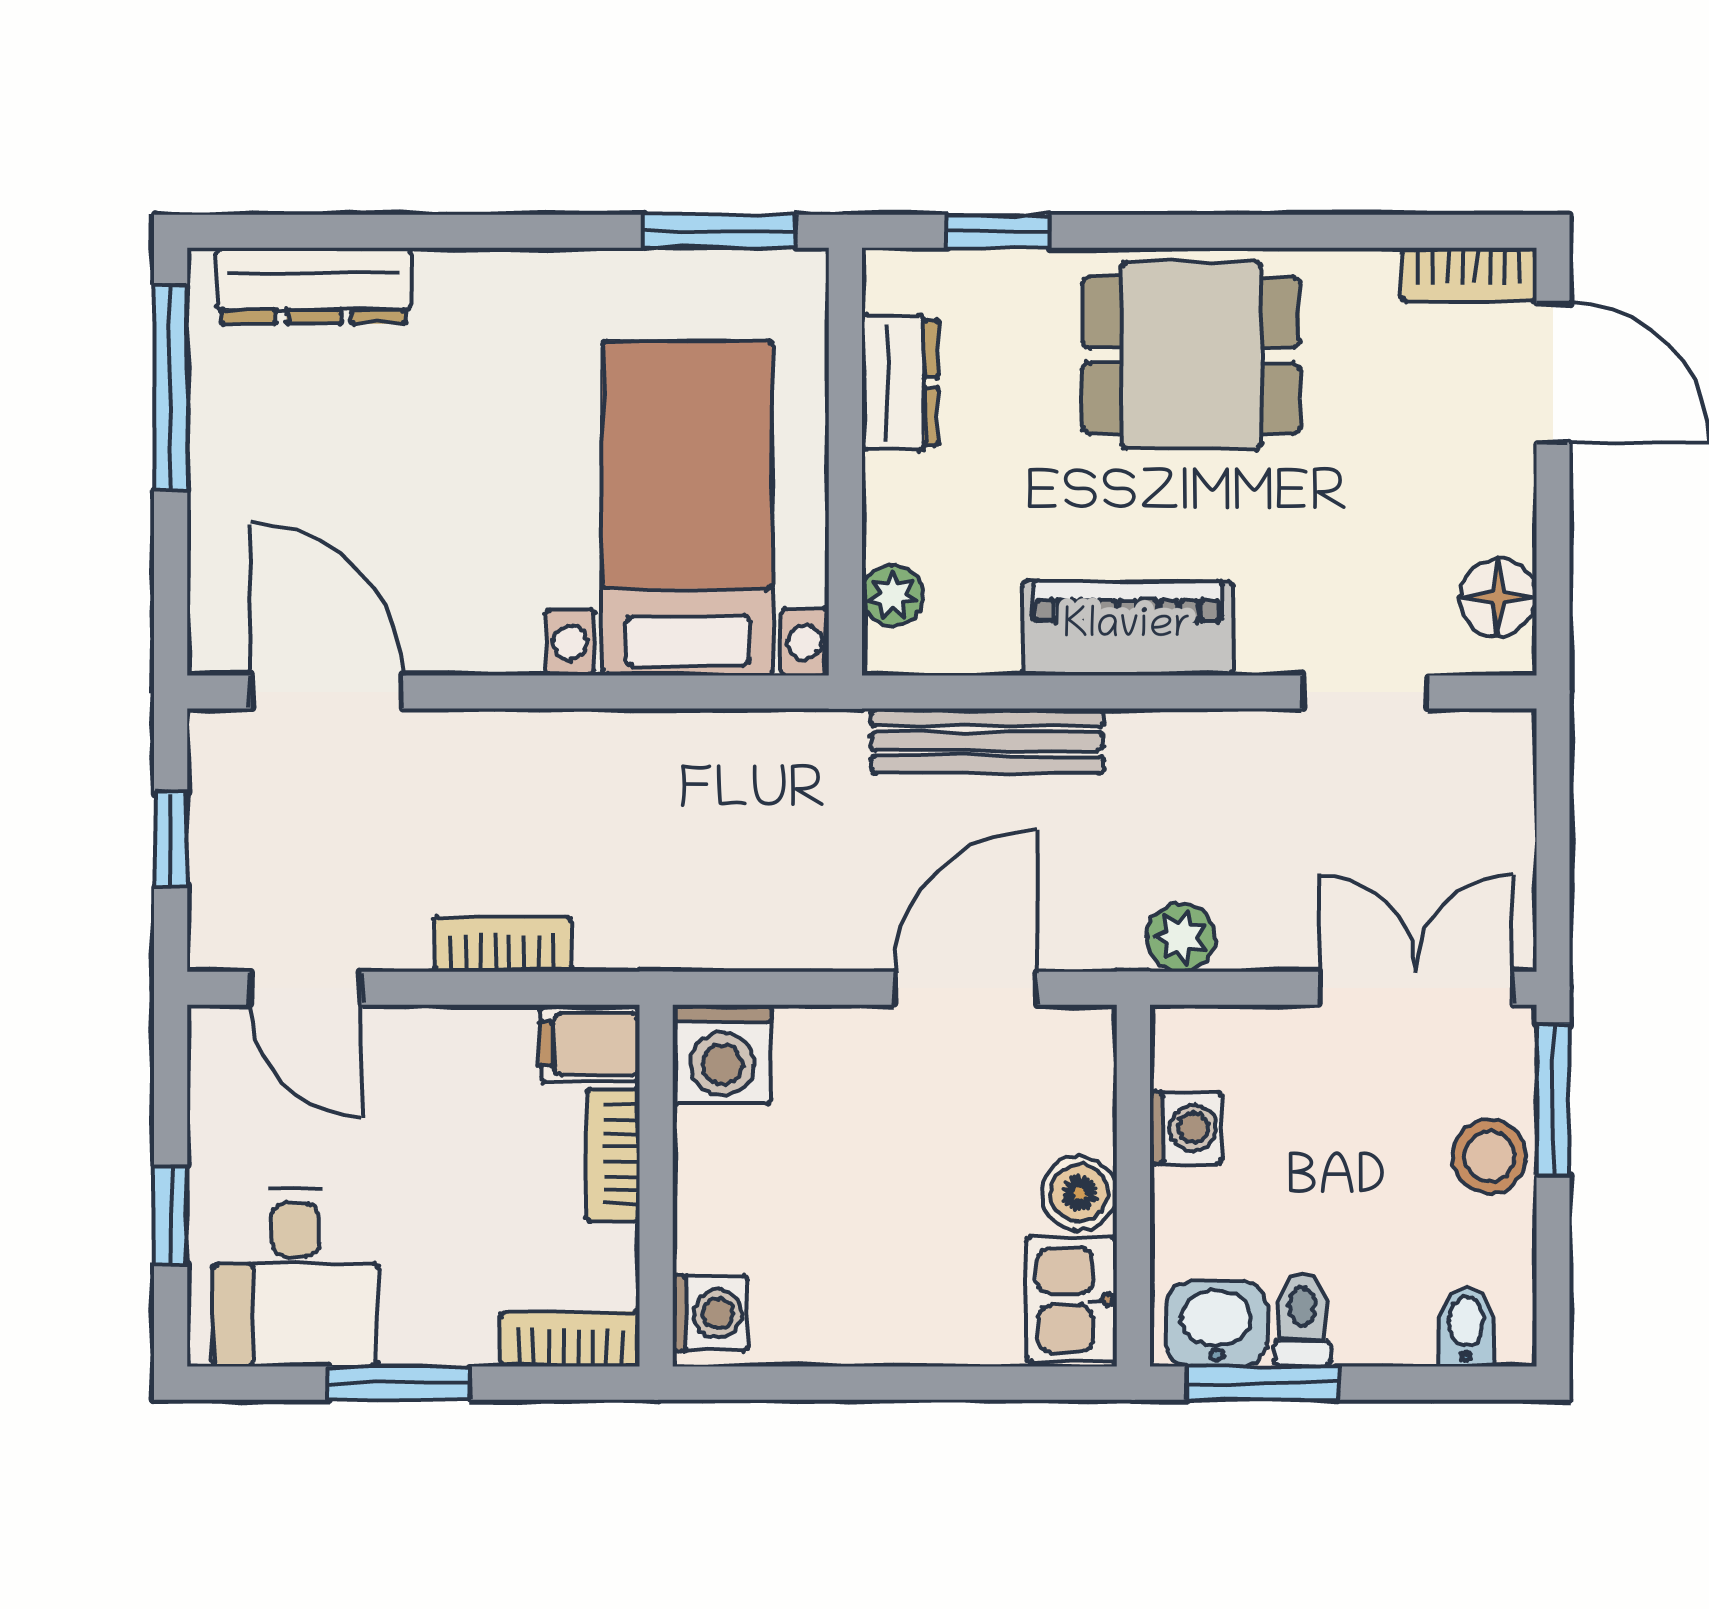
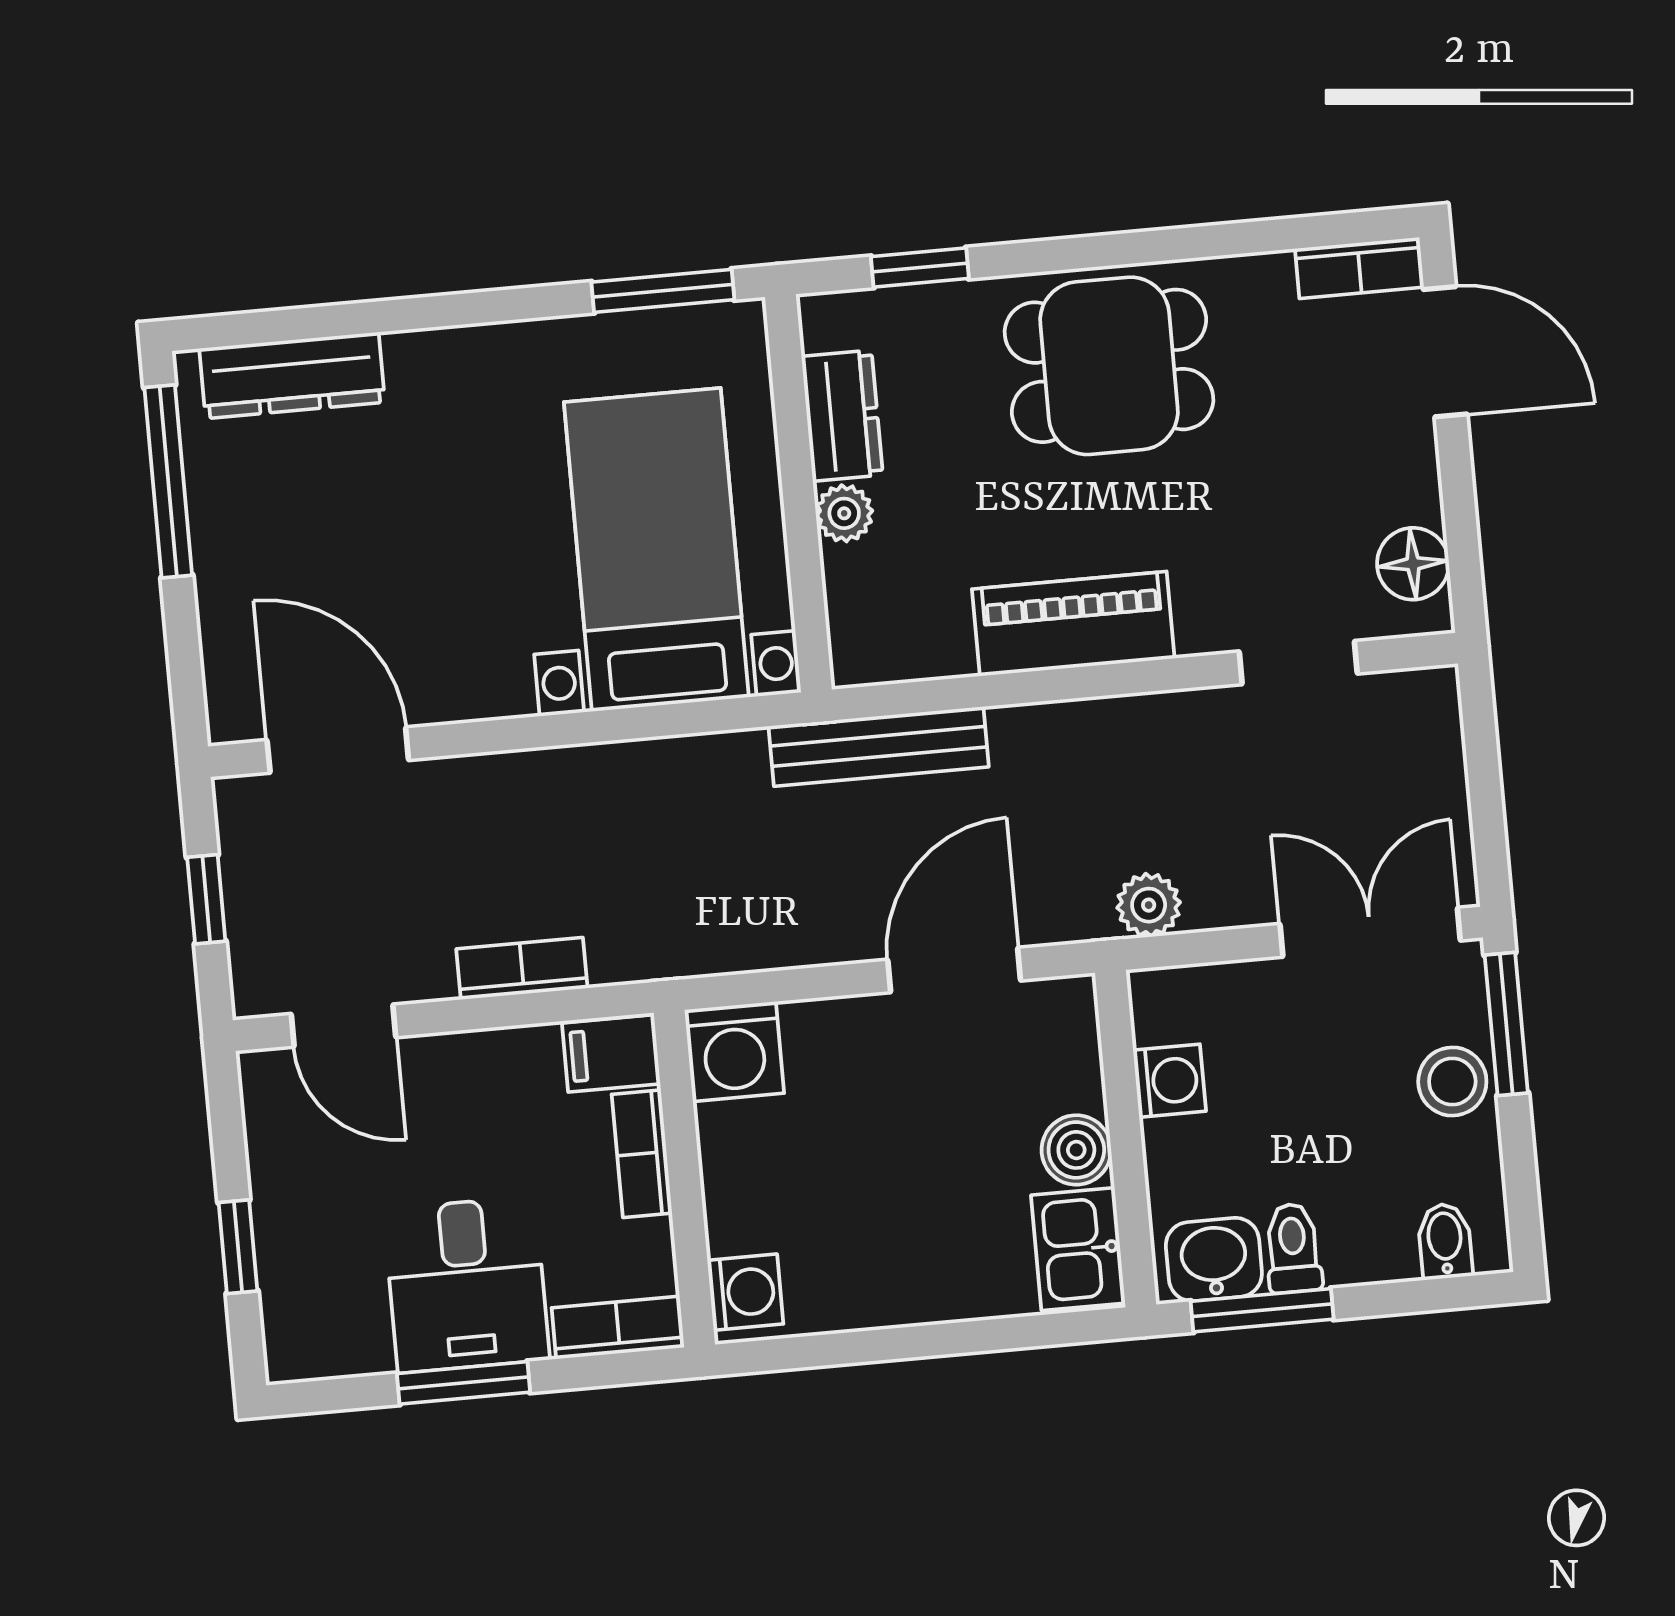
plant: (893, 595) -> (844, 513), moved
bench: (987, 741) -> (879, 746), moved
desk: (295, 1278) -> (467, 1284), moved

